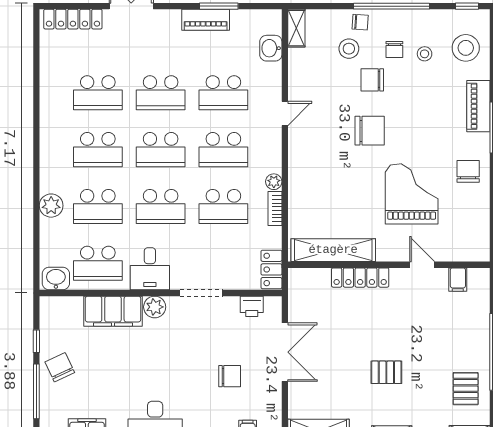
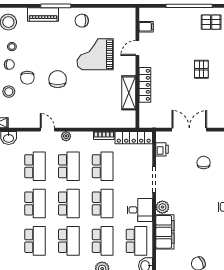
plant: (274, 182) -> (66, 136), moved
shelving: (333, 250) -> (129, 93), width x0.68
locker: (271, 269) -> (134, 138), width x1.53

